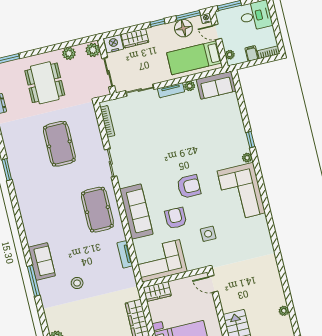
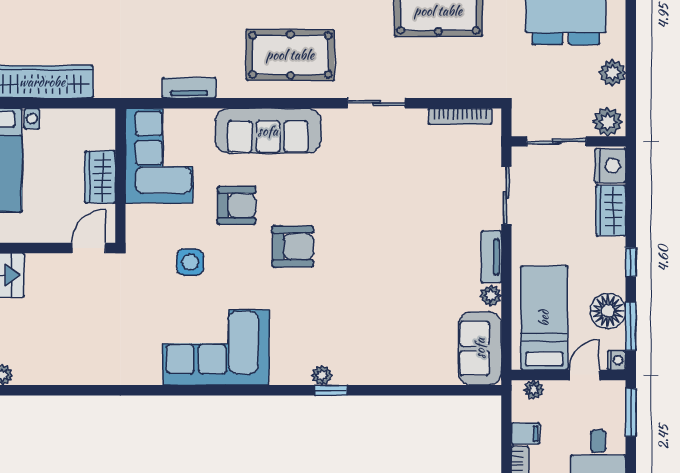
window: (250, 140) -> (331, 390), moved
armchair: (189, 186) -> (293, 246), turned -90
corner sofa: (241, 192) -> (216, 347), moved
wardrobe: (157, 292) -> (100, 177), moved

